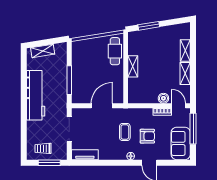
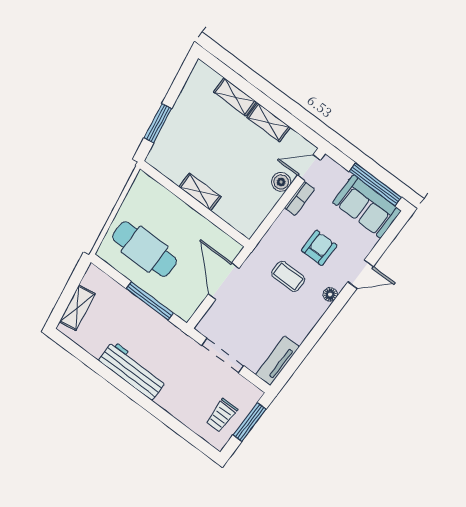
cafe table: (115, 51) -> (145, 249), moved, width x1.37, depth x1.35
workbench: (36, 95) -> (133, 370), width x0.73, depth x0.76
window: (193, 129) -> (375, 184), moved

